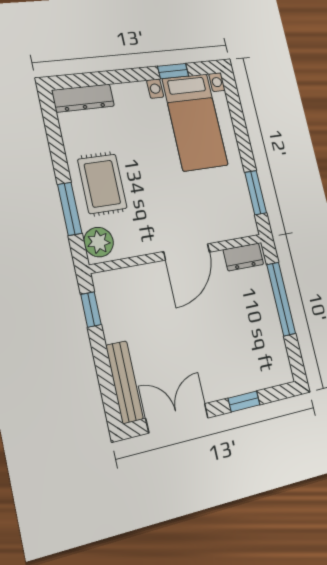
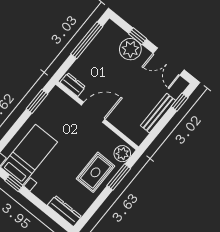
window: (281, 299) -> (87, 40), moved
window: (91, 310) -> (180, 102), moved
plant: (234, 376) -> (130, 49), added
bench: (124, 382) -> (158, 113), moved

